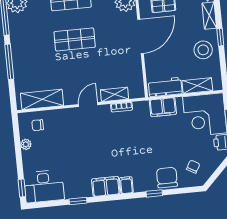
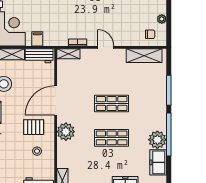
shelving: (114, 94) -> (68, 54), moved
door: (88, 105) -> (106, 47), swing flipped
filing cabinet: (163, 107) -> (37, 39), width x0.50

